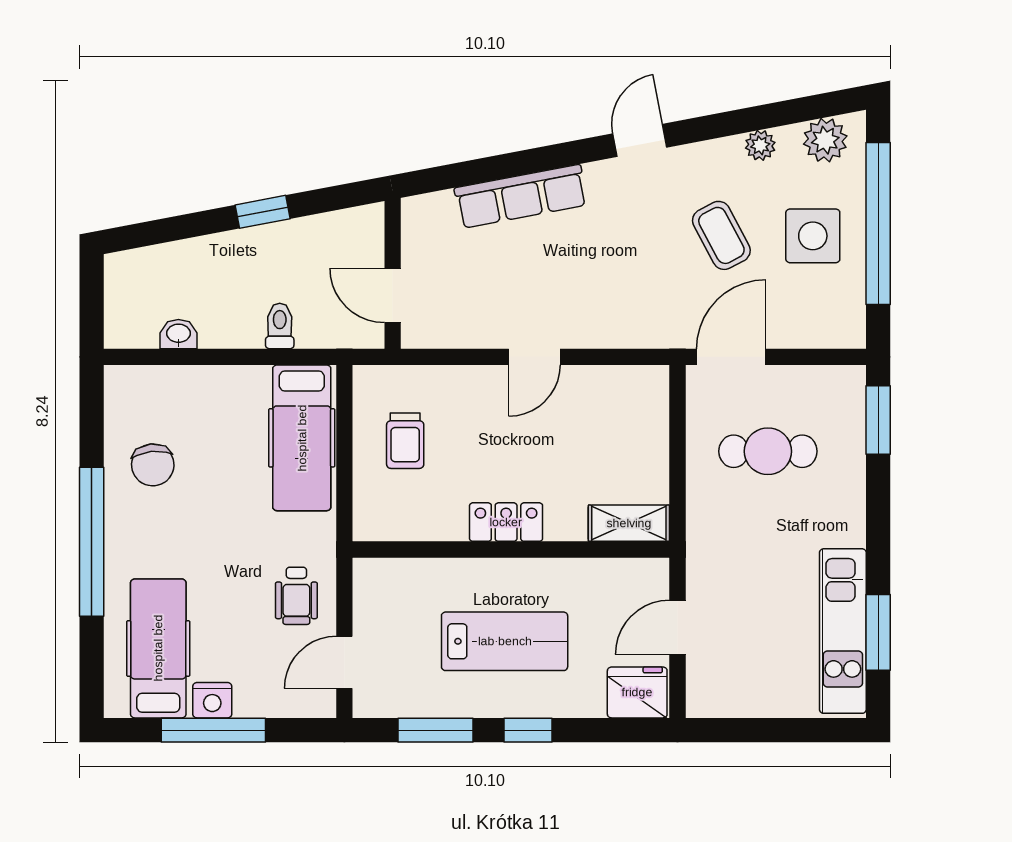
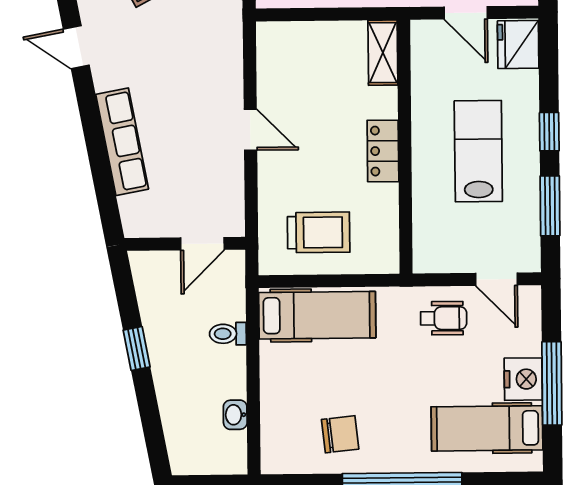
trolley: (405, 441) -> (319, 232), width x1.36, depth x1.39
nightstand: (212, 700) -> (523, 379), width x1.36, depth x1.33

